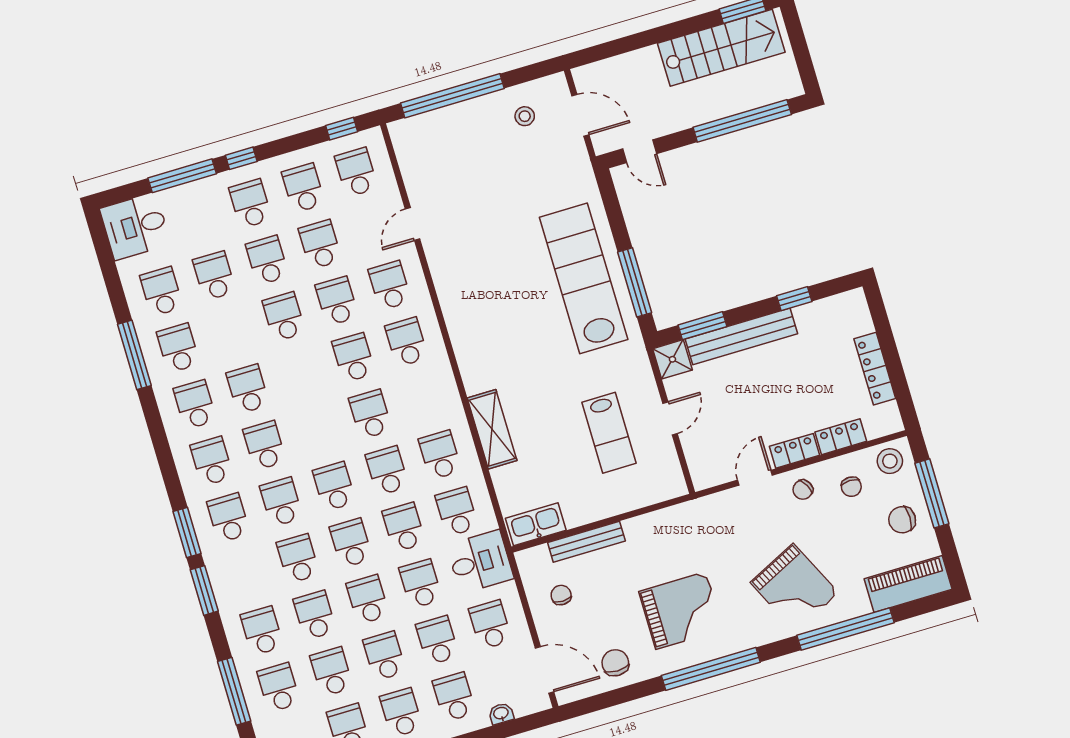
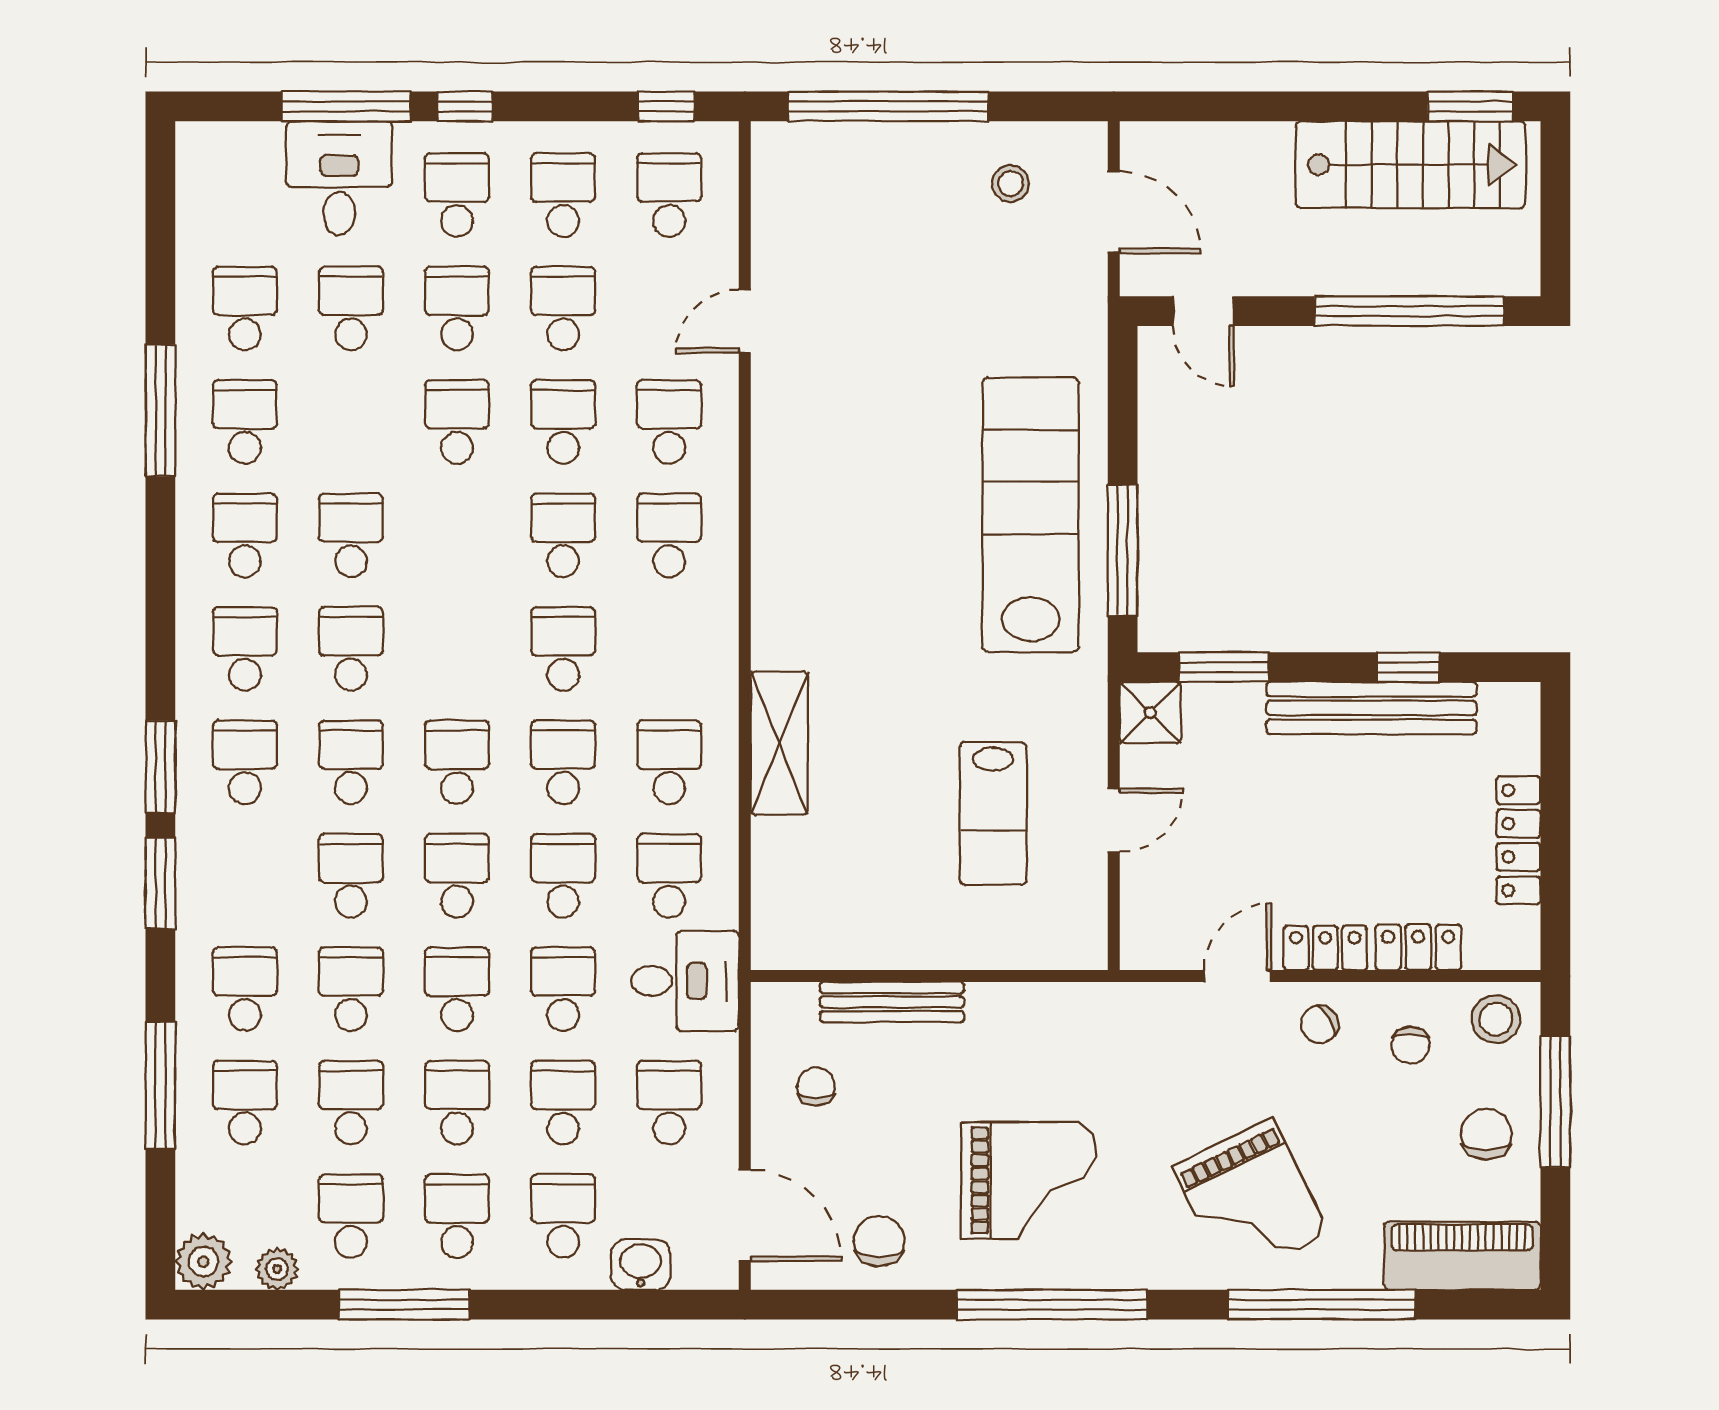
desk: (135, 226) -> (339, 178), moved, turned 90
bench: (741, 336) -> (1372, 708), moved
chair: (902, 520) -> (1486, 1134), turned 90
kitchen sink: (536, 524) -> (808, 942), removed
washbasin: (501, 714) -> (641, 1265), width x1.38, depth x1.45

